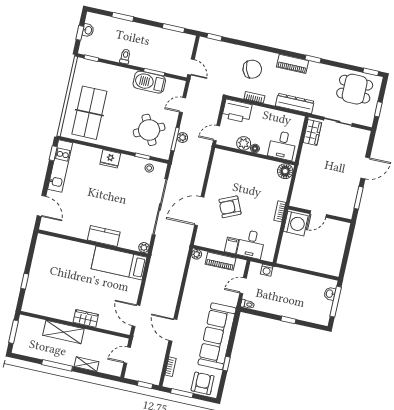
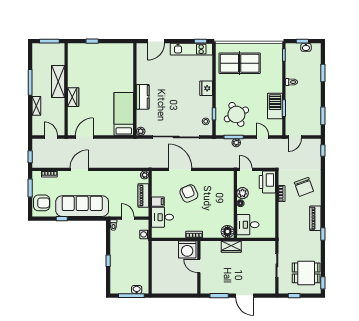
dining table: (355, 89) -> (306, 273), turned 90
dresser: (295, 104) -> (284, 227), removed
wardrobe: (312, 132) -> (231, 247), moved

